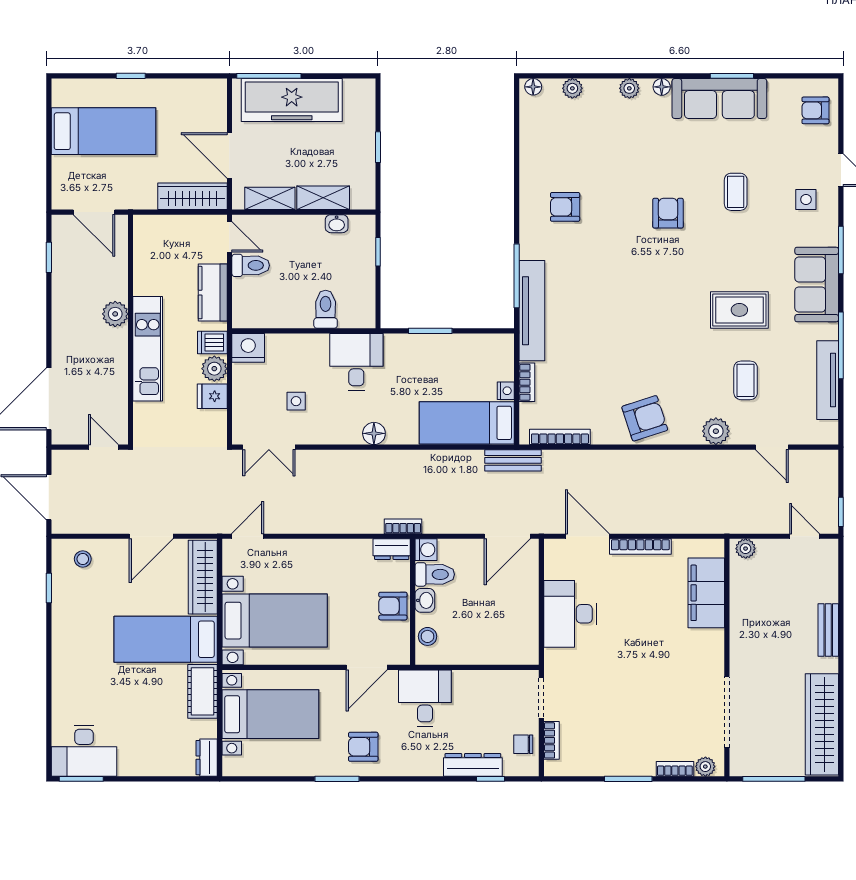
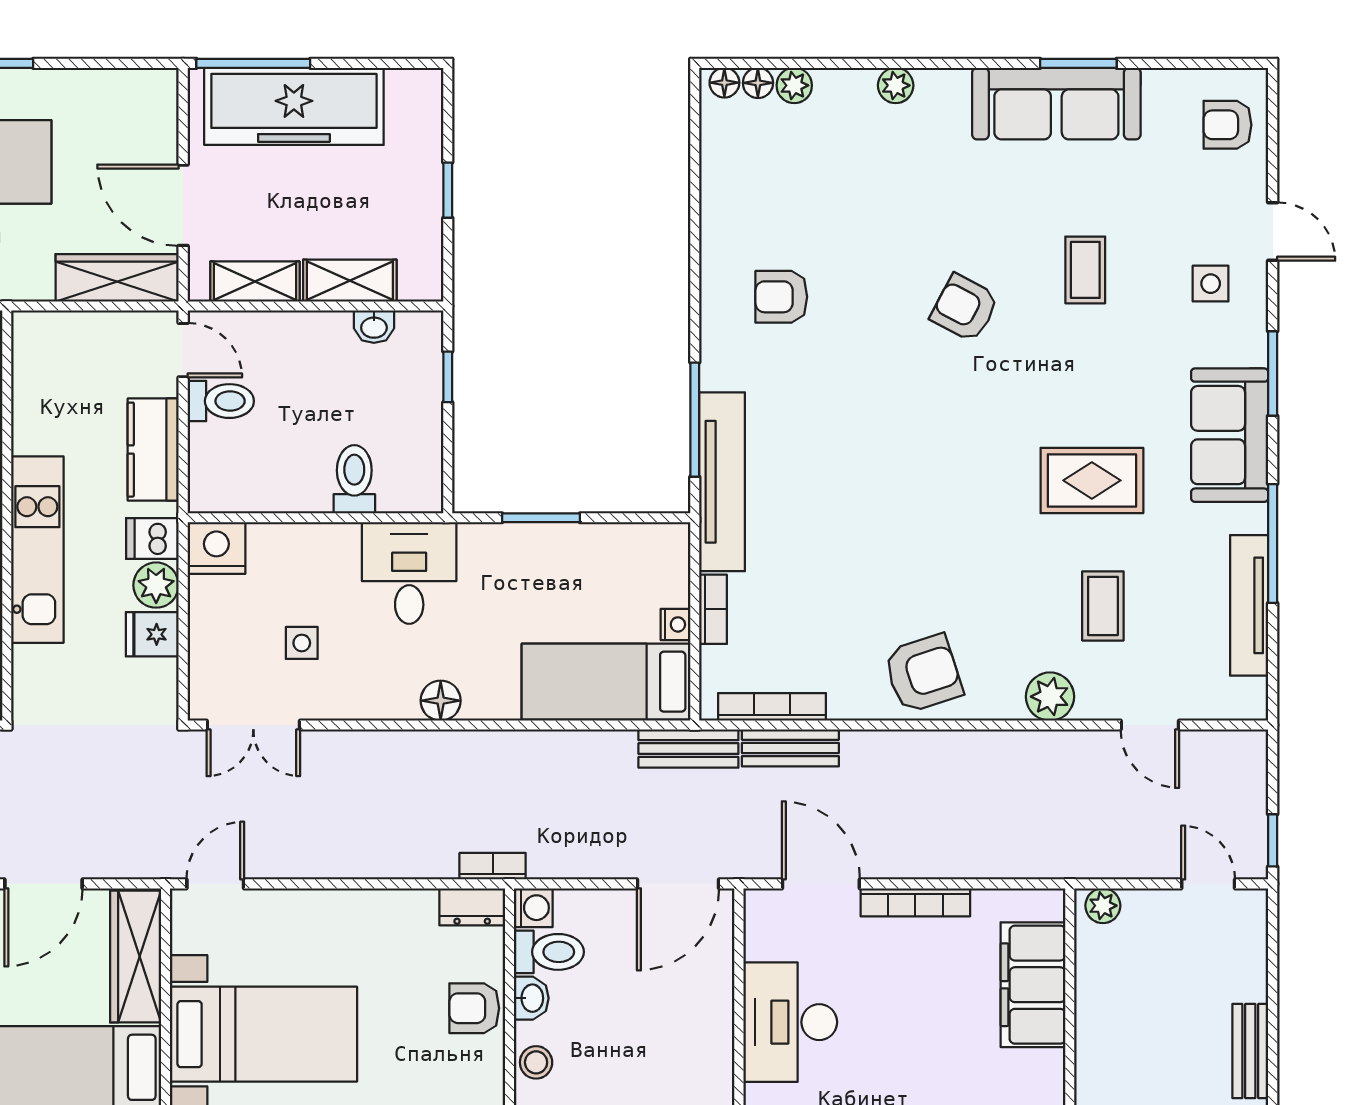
floor lamp: (662, 87) -> (758, 83), moved
armchair: (668, 213) -> (965, 308), turned -62
bench: (570, 460) -> (790, 748), added

